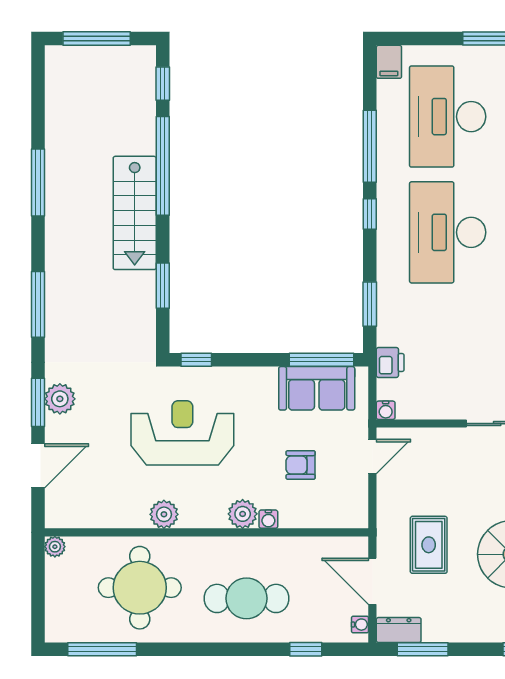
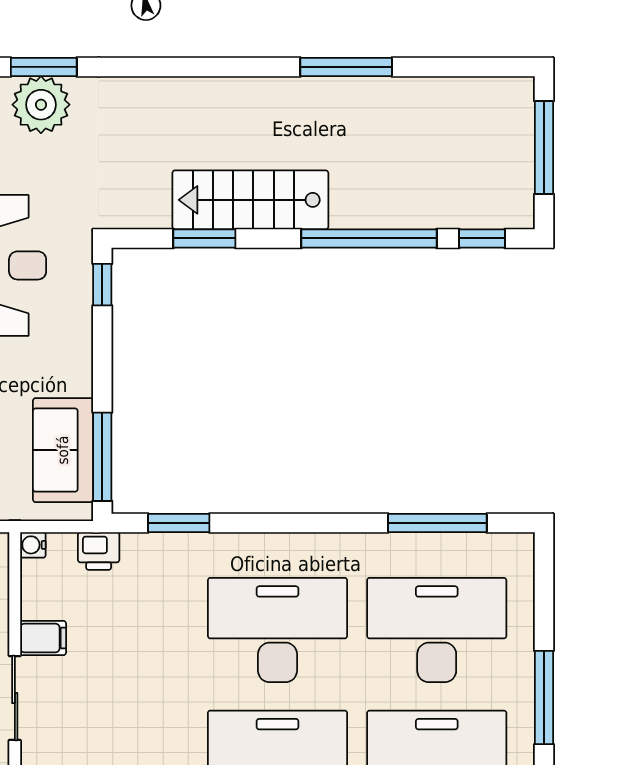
filing cabinet: (389, 62) -> (43, 638), moved, turned 180
window: (370, 146) -> (437, 523), moved
stairs: (135, 213) -> (250, 200), moved
window: (370, 214) -> (303, 523), removed
window: (38, 304) -> (179, 67), removed
plant: (60, 399) -> (41, 105), width x1.36, depth x1.36

